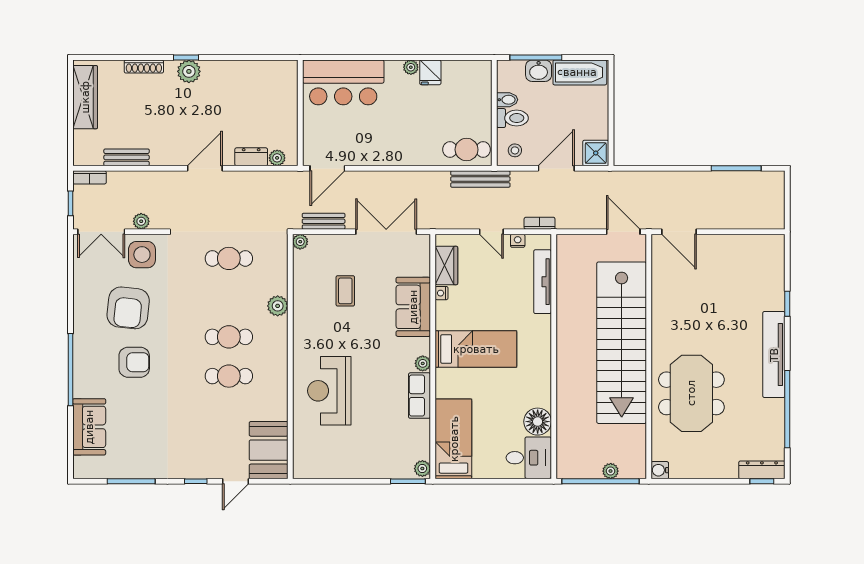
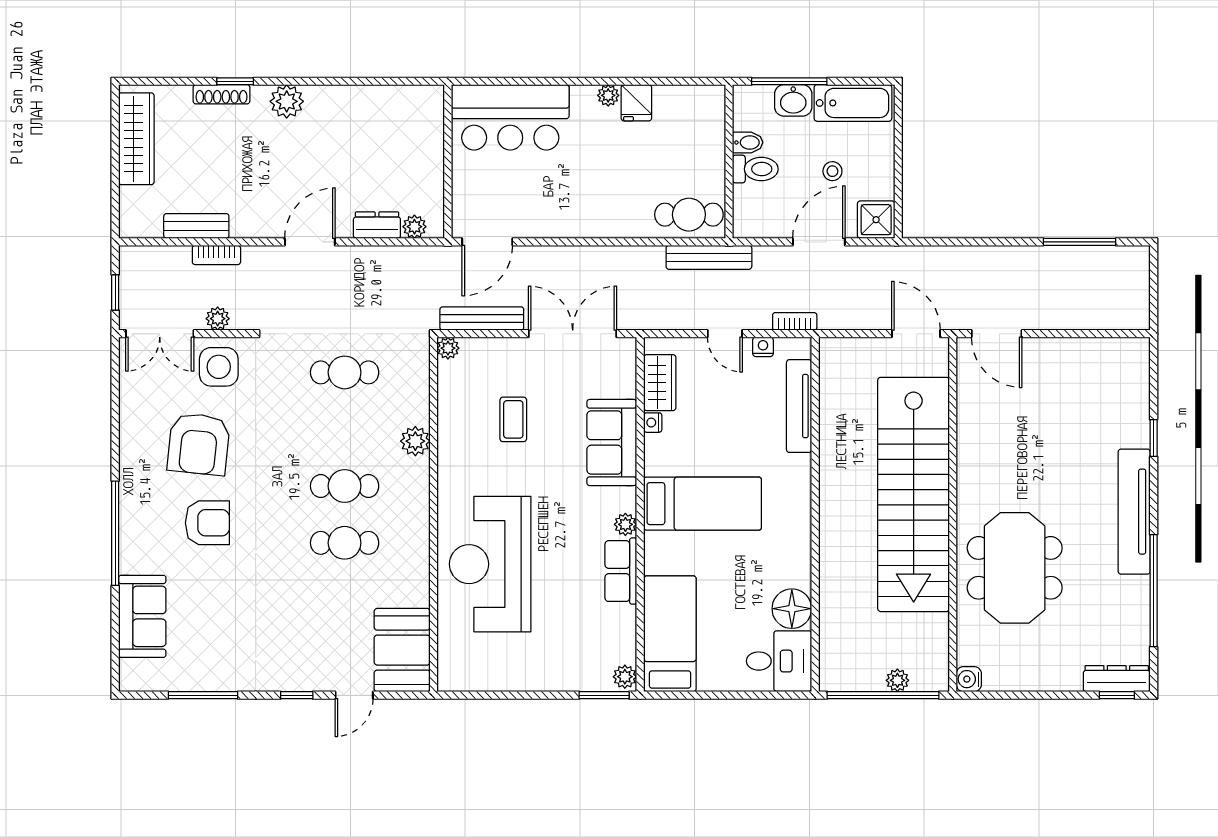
window: (186, 57) -> (235, 81), moved
stool: (515, 150) -> (832, 171), moved
bookcase: (89, 177) -> (216, 255), moved
bench: (324, 221) -> (482, 319), width x1.36
reception desk: (329, 391) -> (490, 564), width x1.36, depth x1.30

